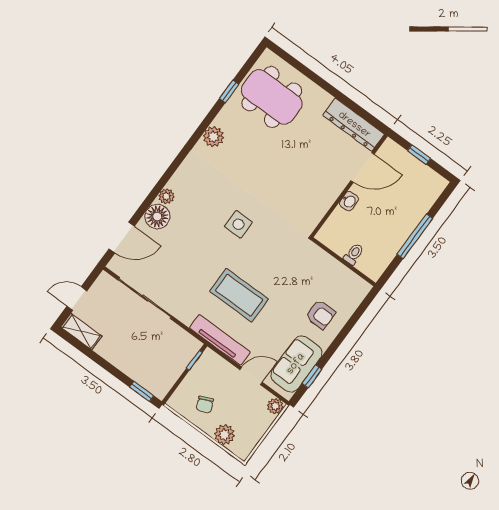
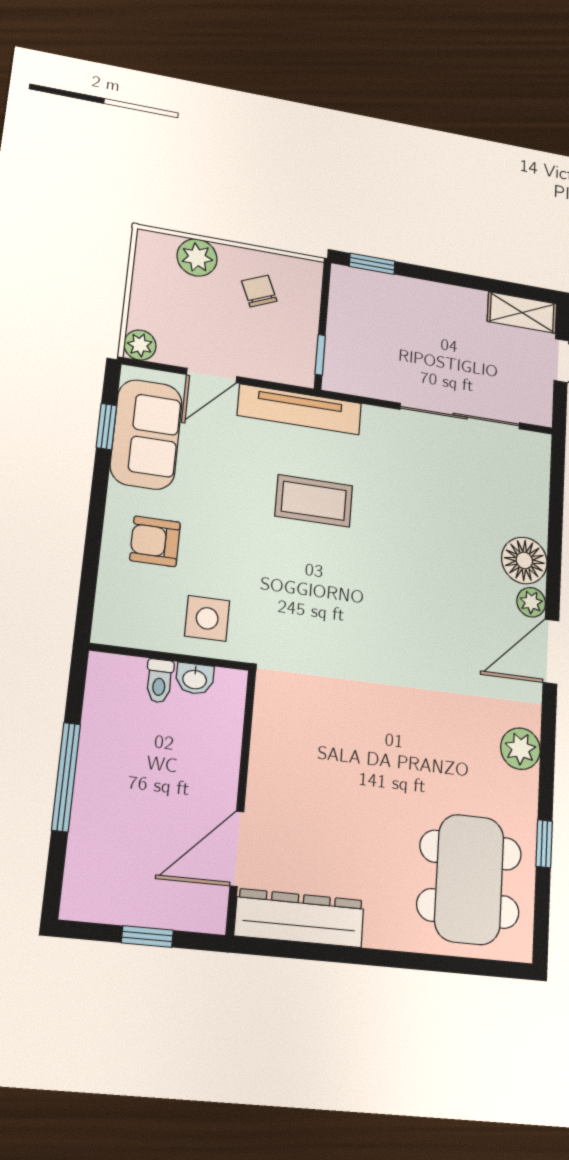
dining table: (272, 97) -> (469, 879), turned 90
washbasin: (349, 201) -> (195, 679), moved, turned -90
side table: (238, 224) -> (207, 618), moved
door: (122, 238) -> (551, 652), moved
coffee table: (239, 295) -> (314, 501), width x0.73, depth x0.76

